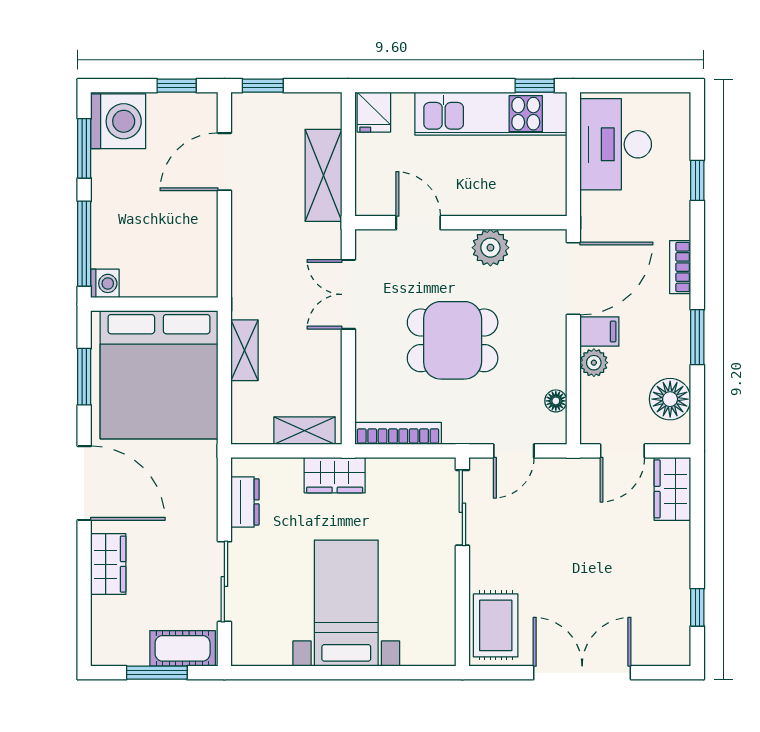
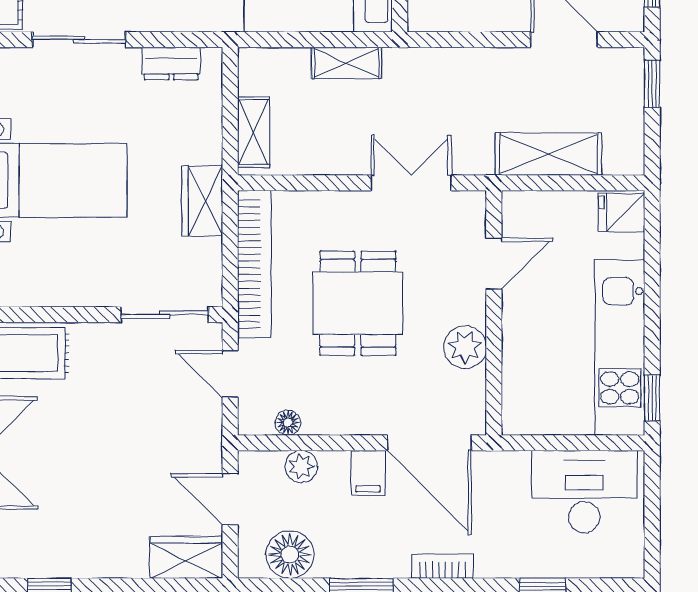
plant: (594, 363) -> (301, 466), moved
bookcase: (398, 433) -> (254, 264), width x1.48, depth x1.31
wardrobe: (335, 475) -> (202, 201), moved

